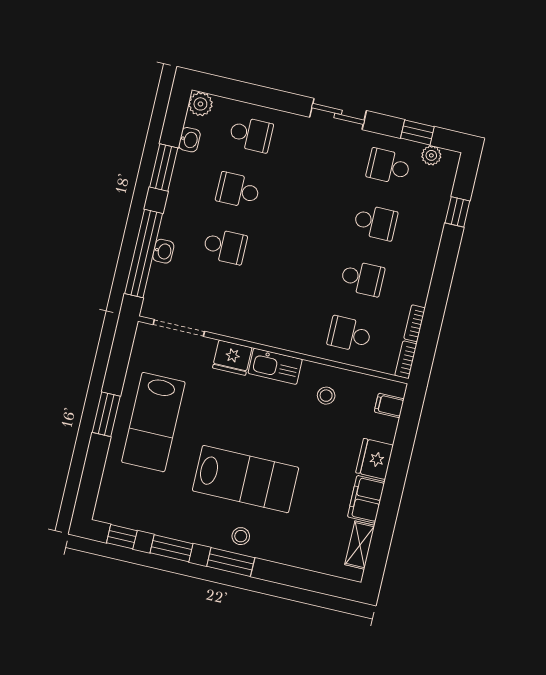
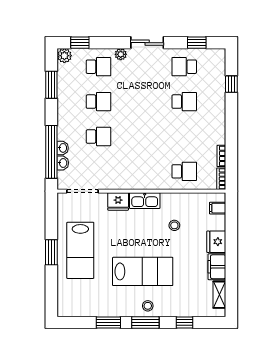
window: (230, 89) -> (80, 43), added
washbasin: (189, 140) -> (63, 163), moved
plant: (431, 155) -> (121, 54), moved
window: (164, 168) -> (51, 85), moved
school desk: (238, 190) -> (98, 102), turned 180
school desk: (362, 278) -> (184, 136), removed
school desk: (349, 334) -> (184, 171), turned 180
stool: (326, 396) -> (174, 225), moved
window: (122, 537) -> (184, 323), moved

